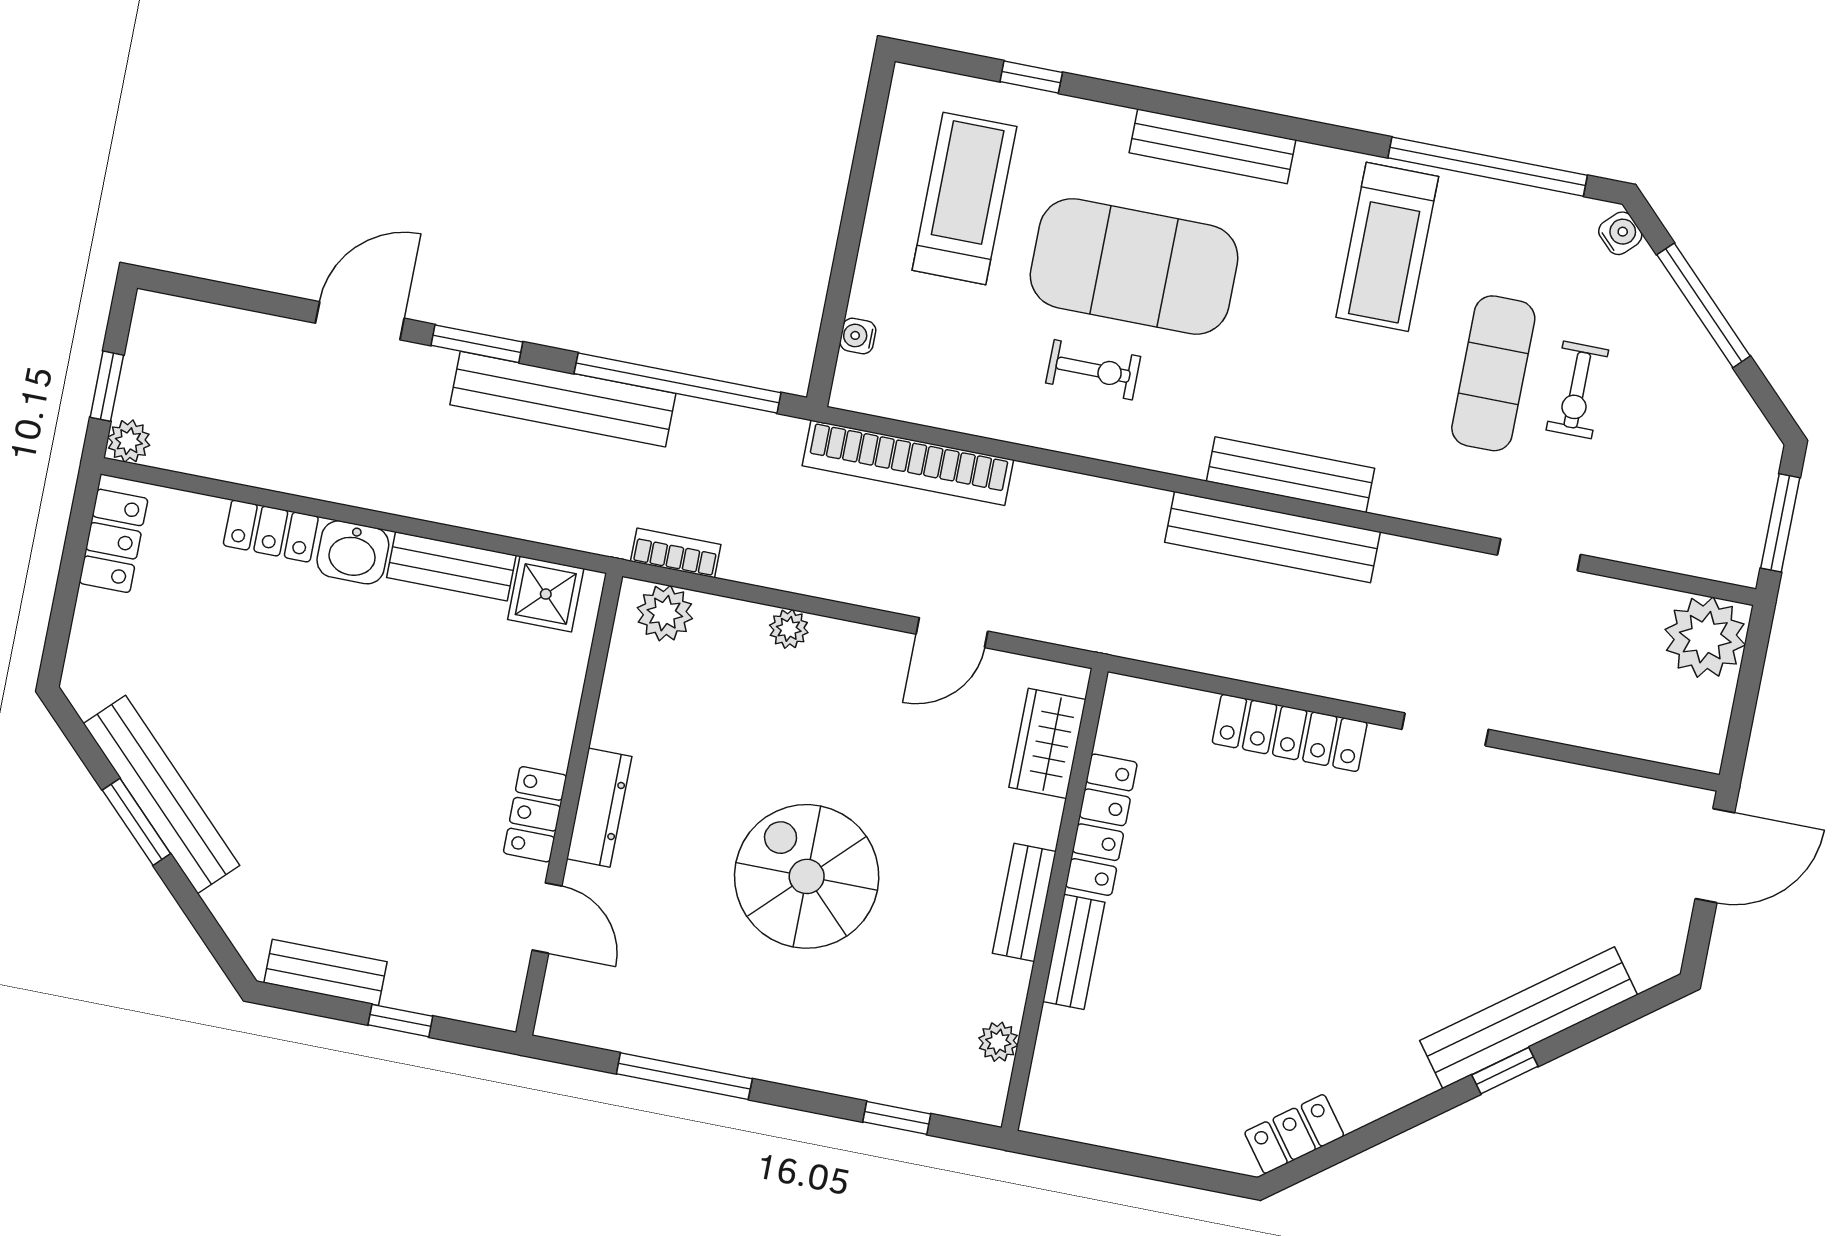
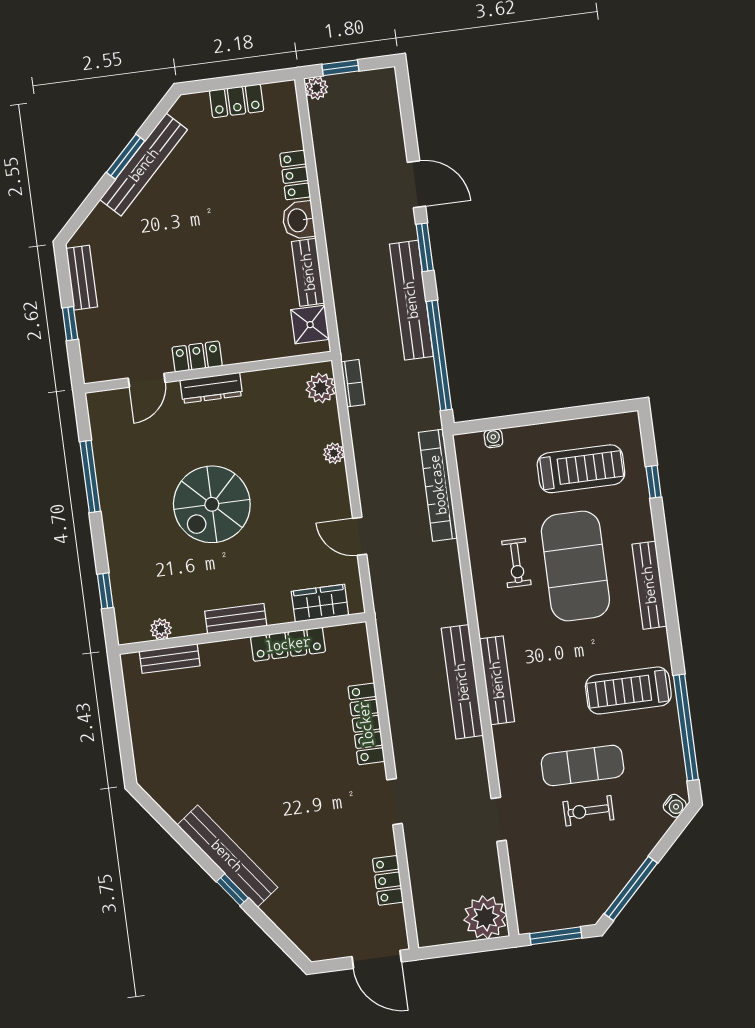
window: (1704, 305) -> (631, 888), moved
locker: (114, 541) -> (237, 101), moved
spiral stairs: (807, 876) -> (212, 504), turned 180
bench: (1074, 952) -> (170, 659), moved
bench: (1529, 1018) -> (227, 856), moved
locker: (1294, 1134) -> (388, 880), moved, turned -143

